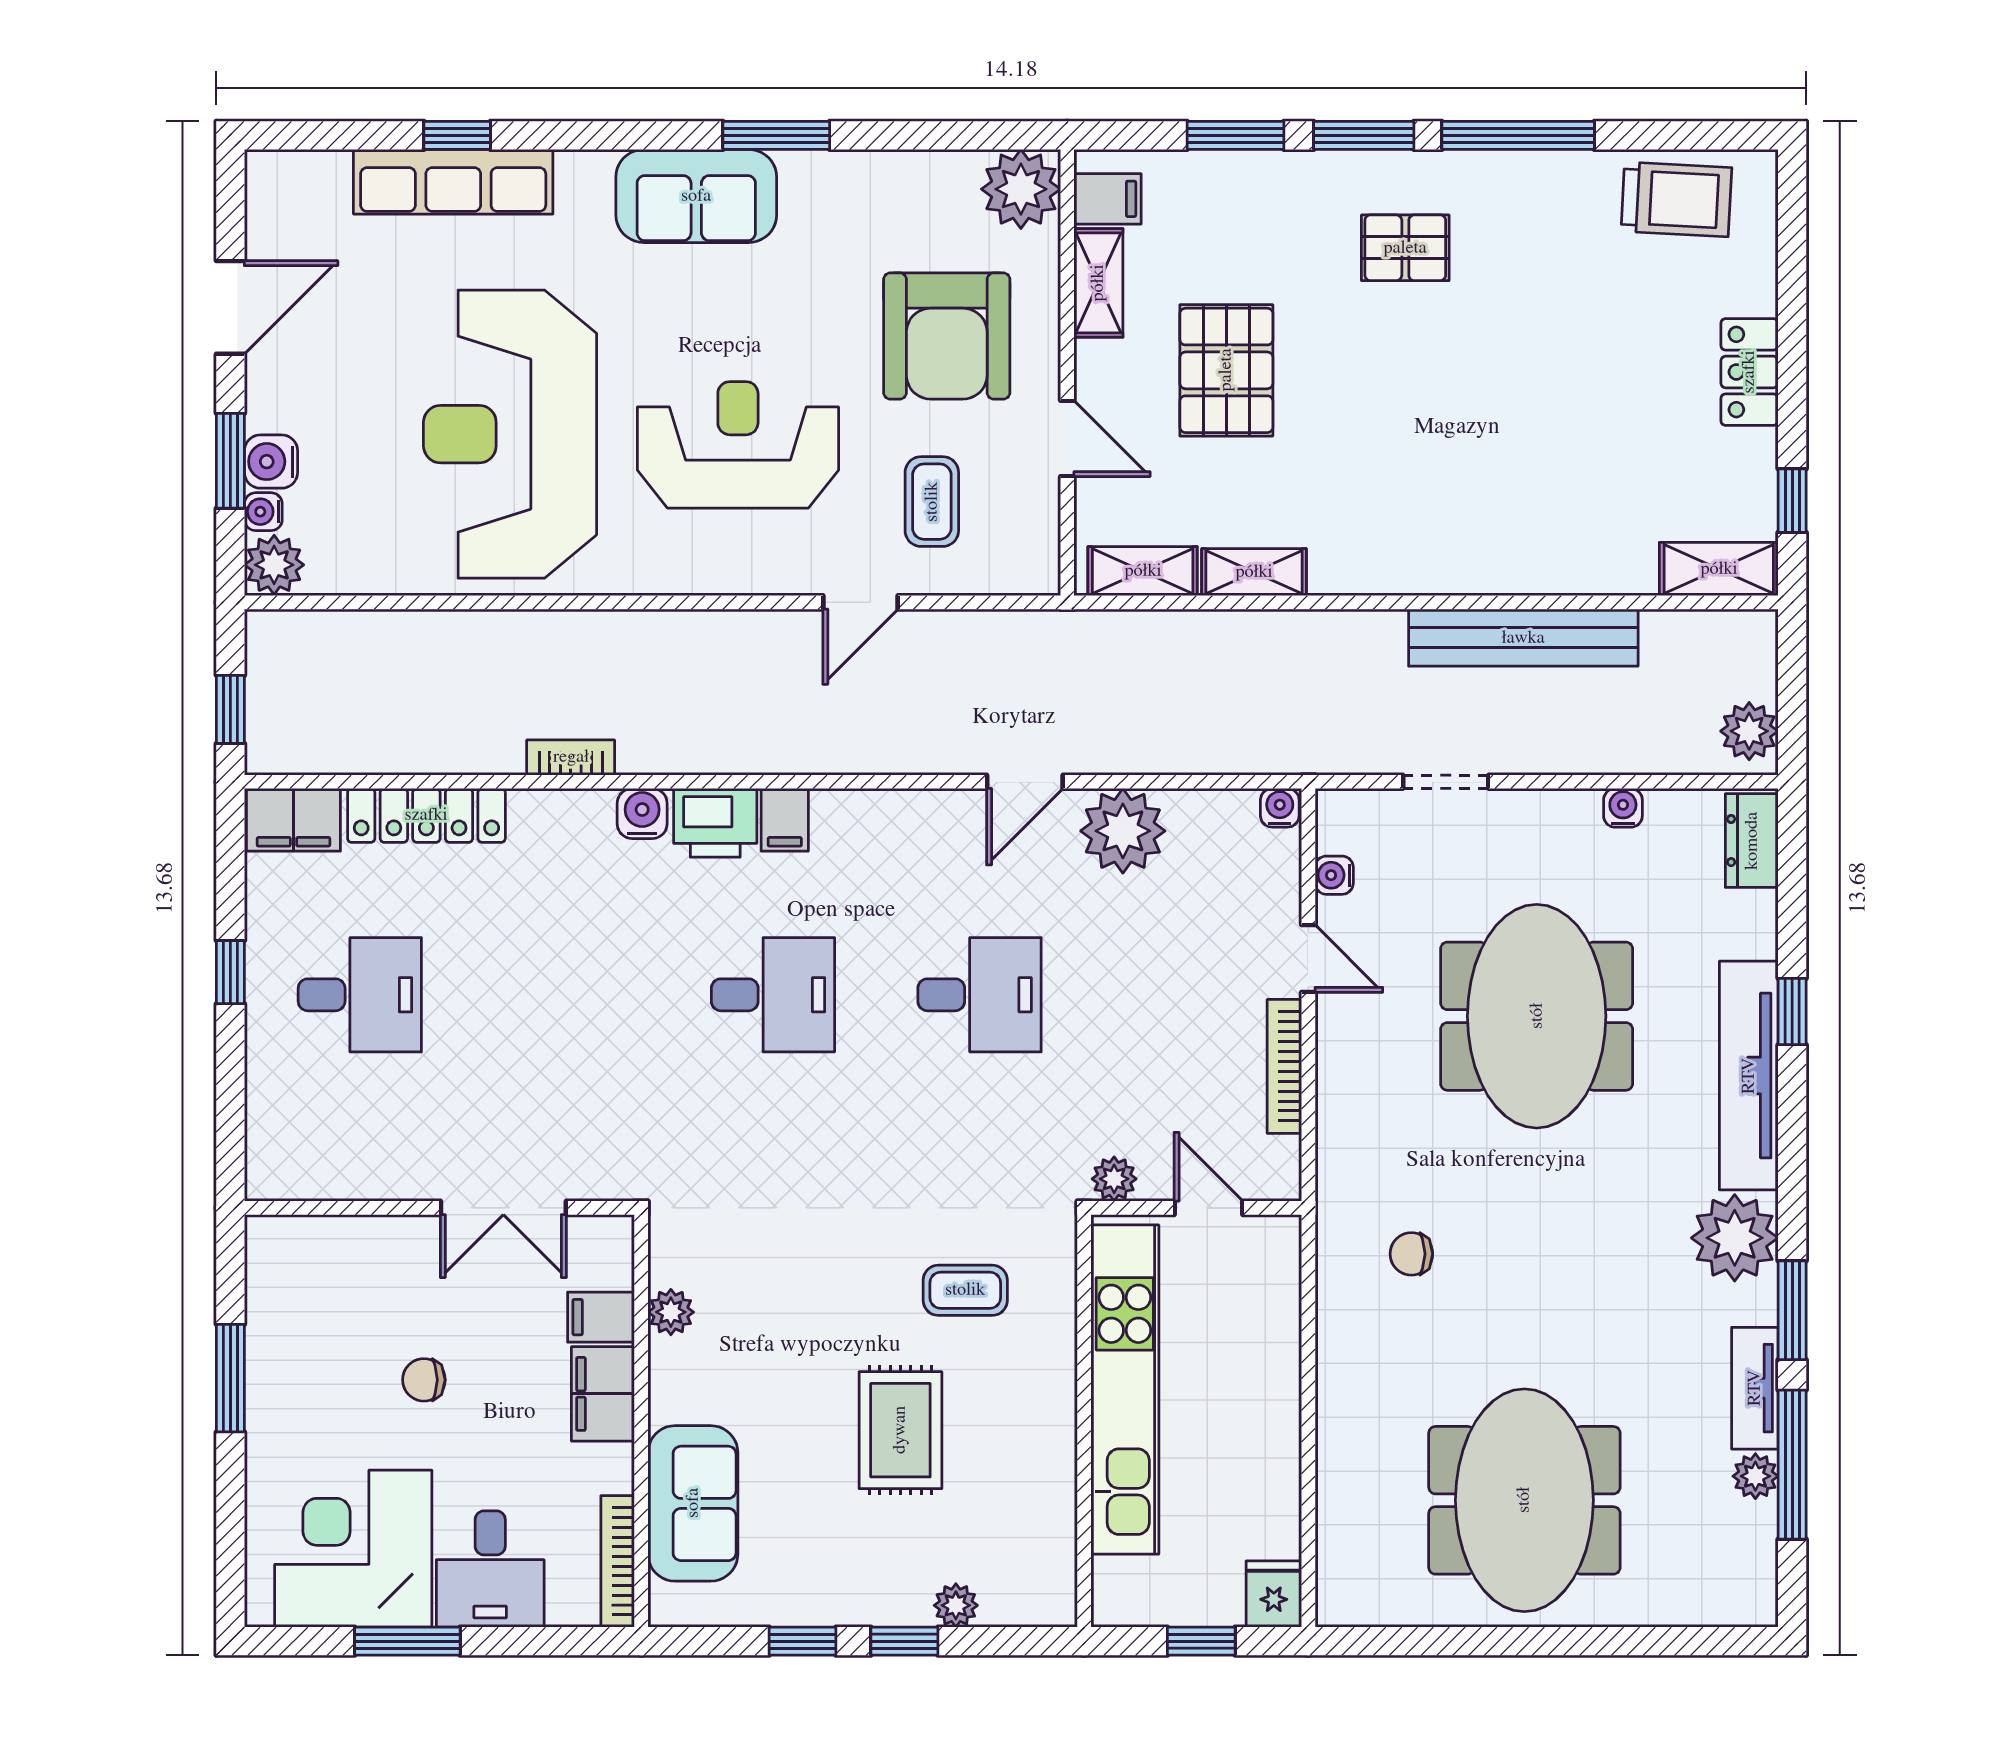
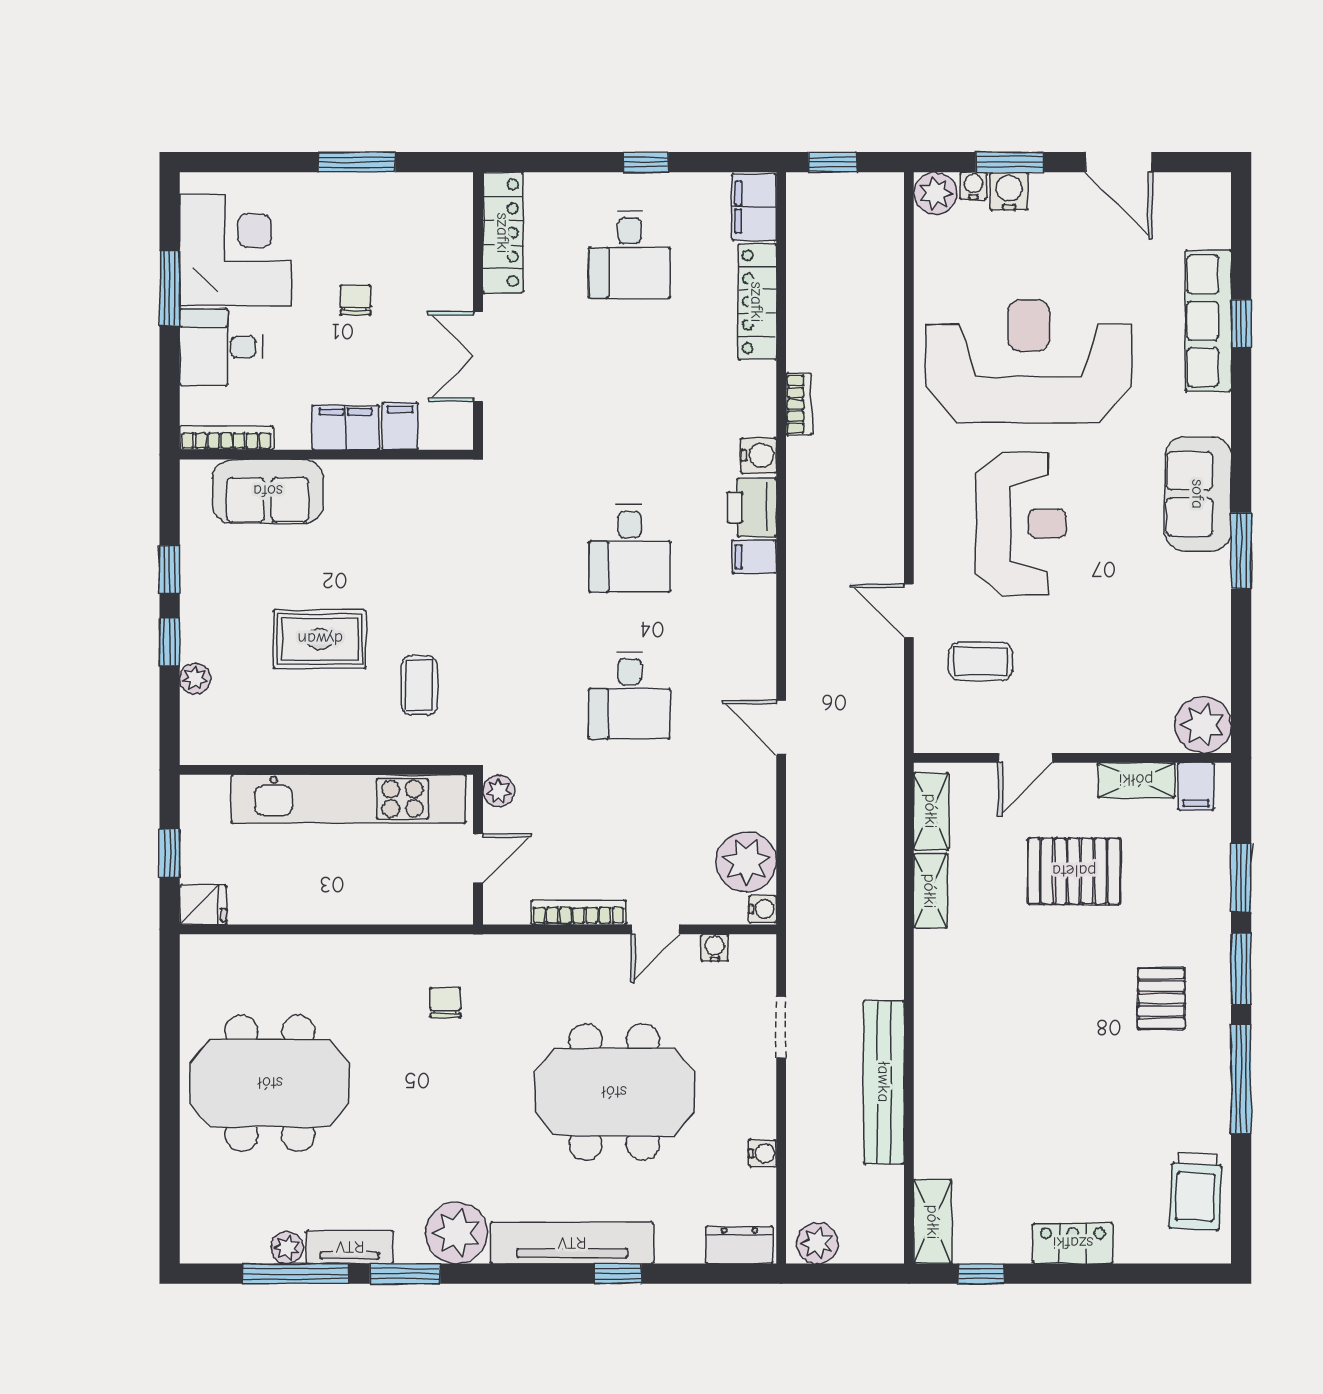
armchair: (947, 336) -> (1098, 672), removed
plant: (1123, 831) -> (746, 862), moved
locker: (329, 1173) -> (503, 233), added
plant: (671, 1312) -> (404, 476), removed

